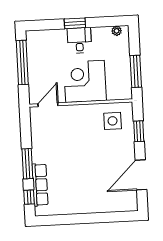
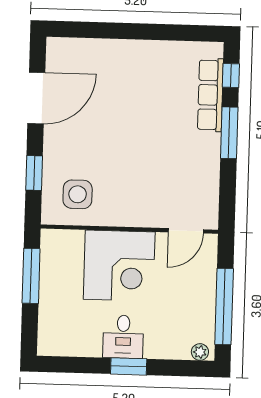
plant: (117, 31) -> (200, 352), moved

